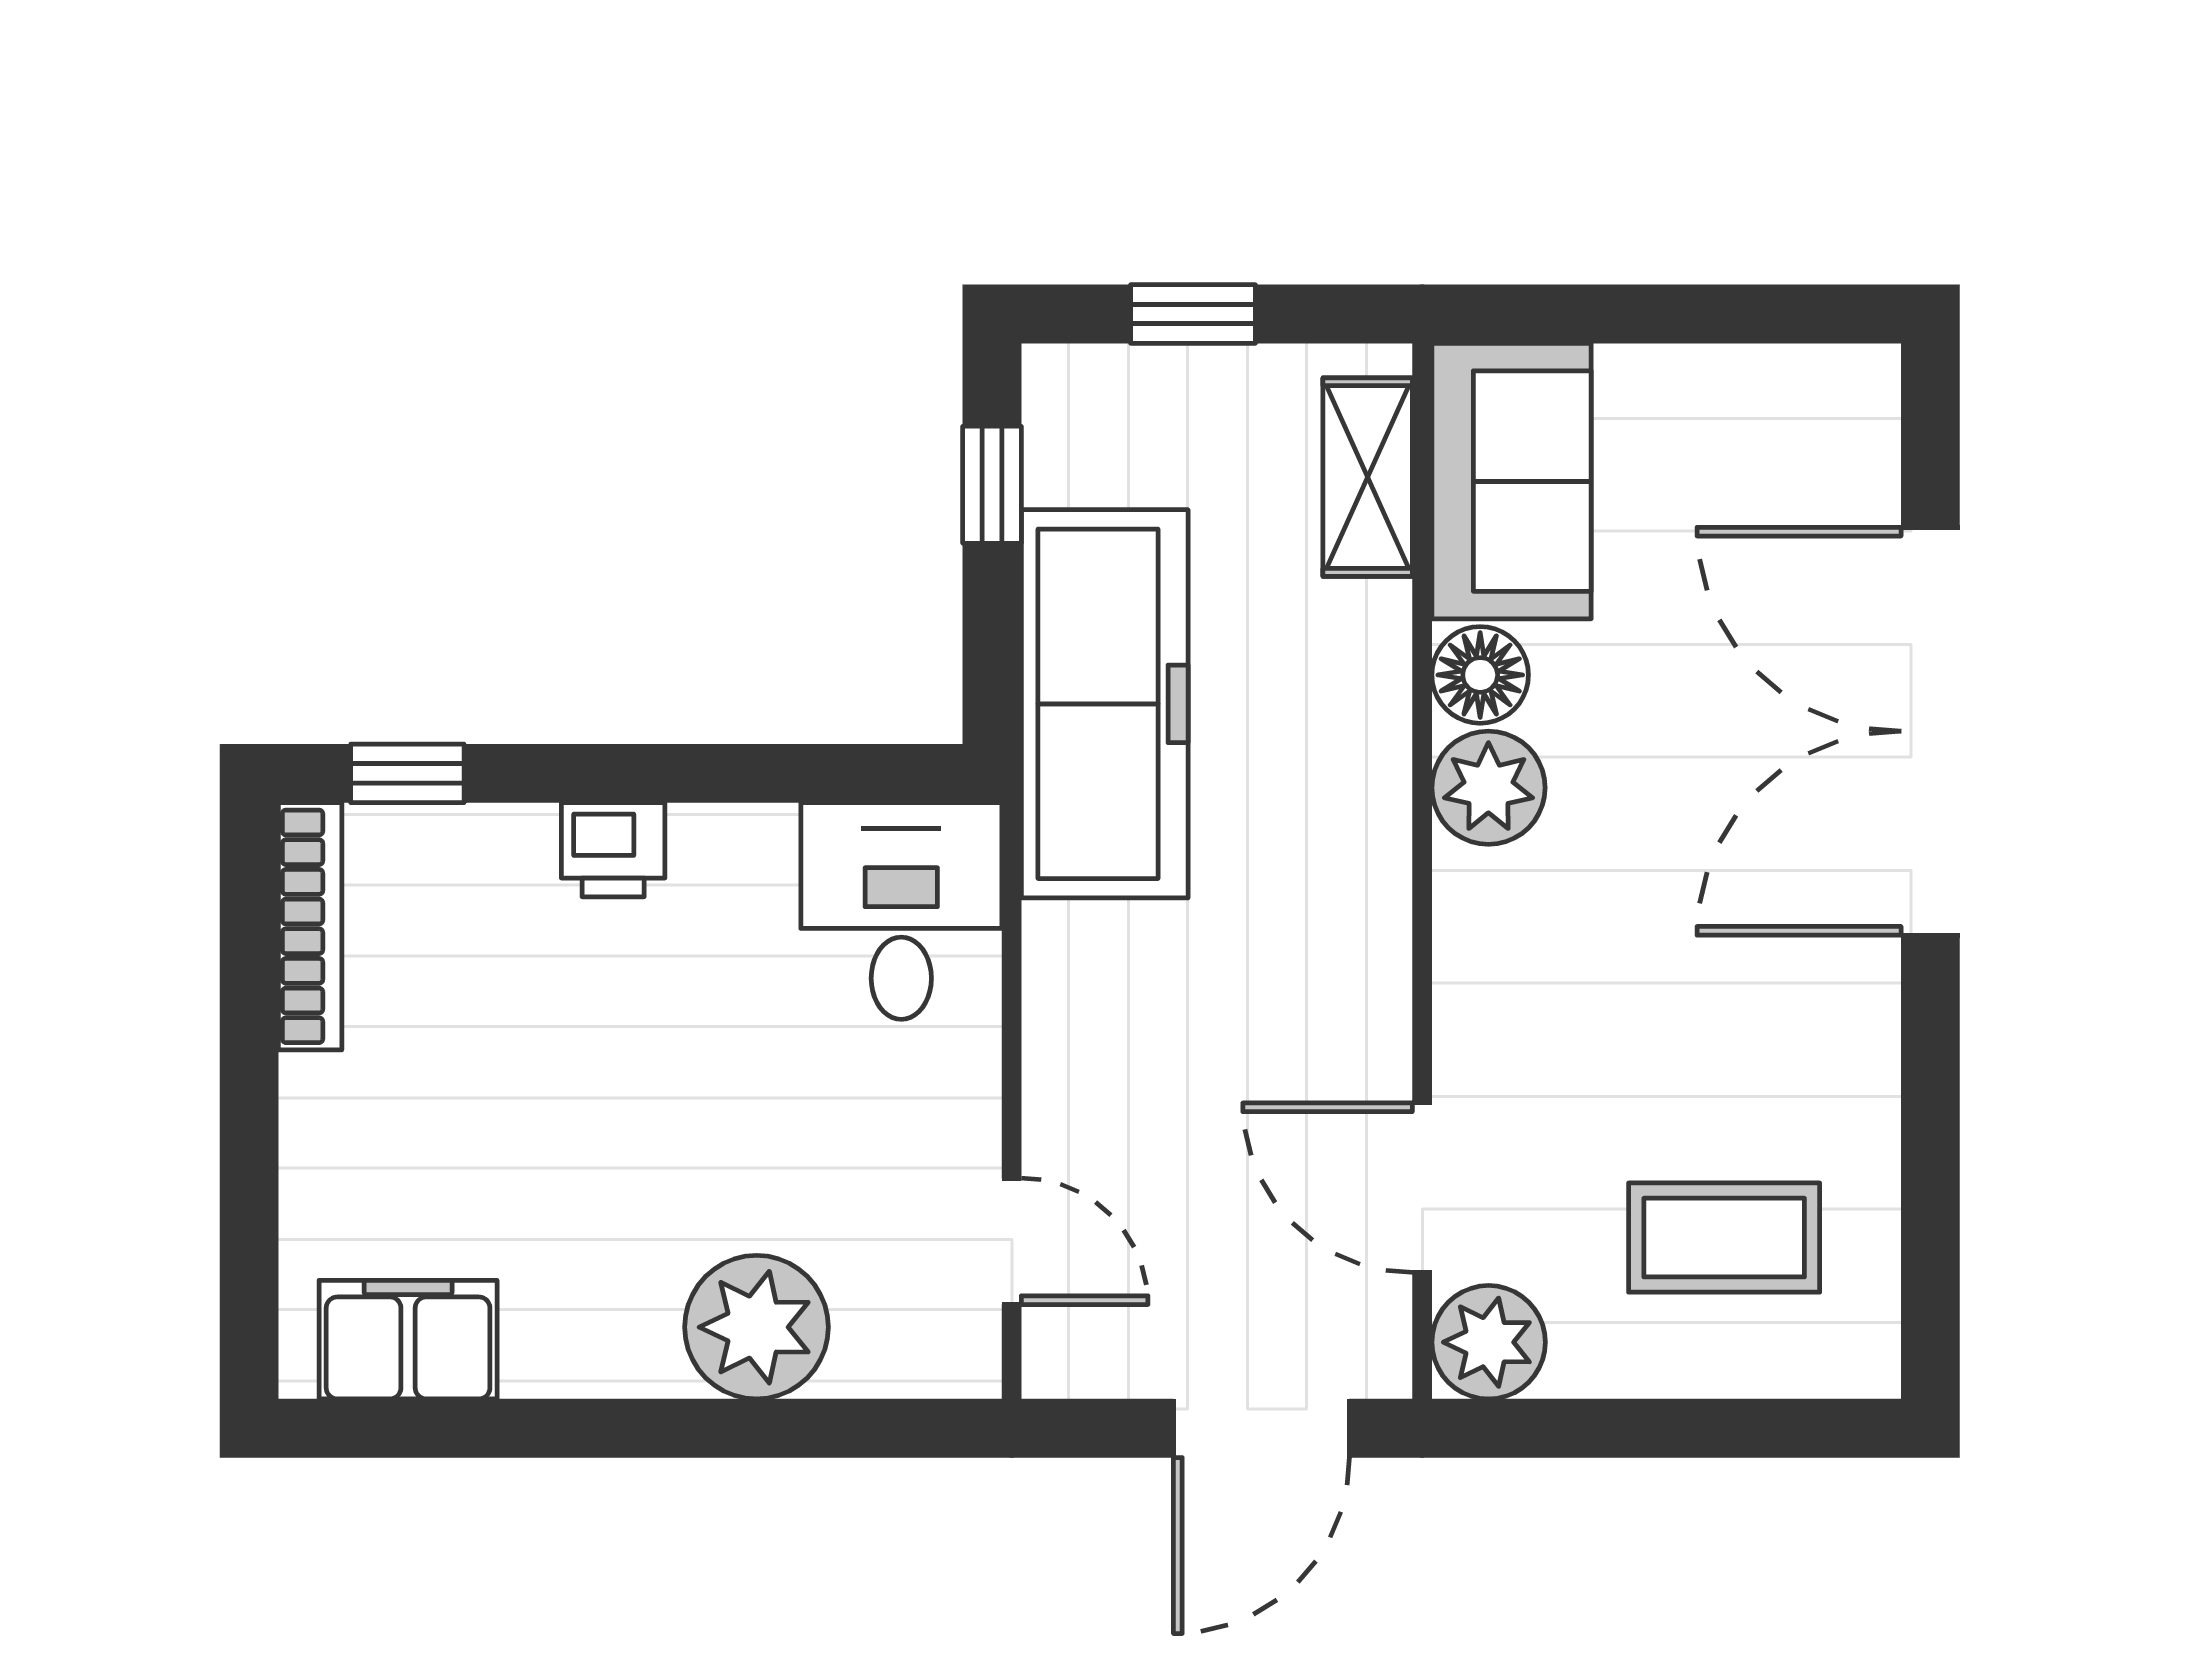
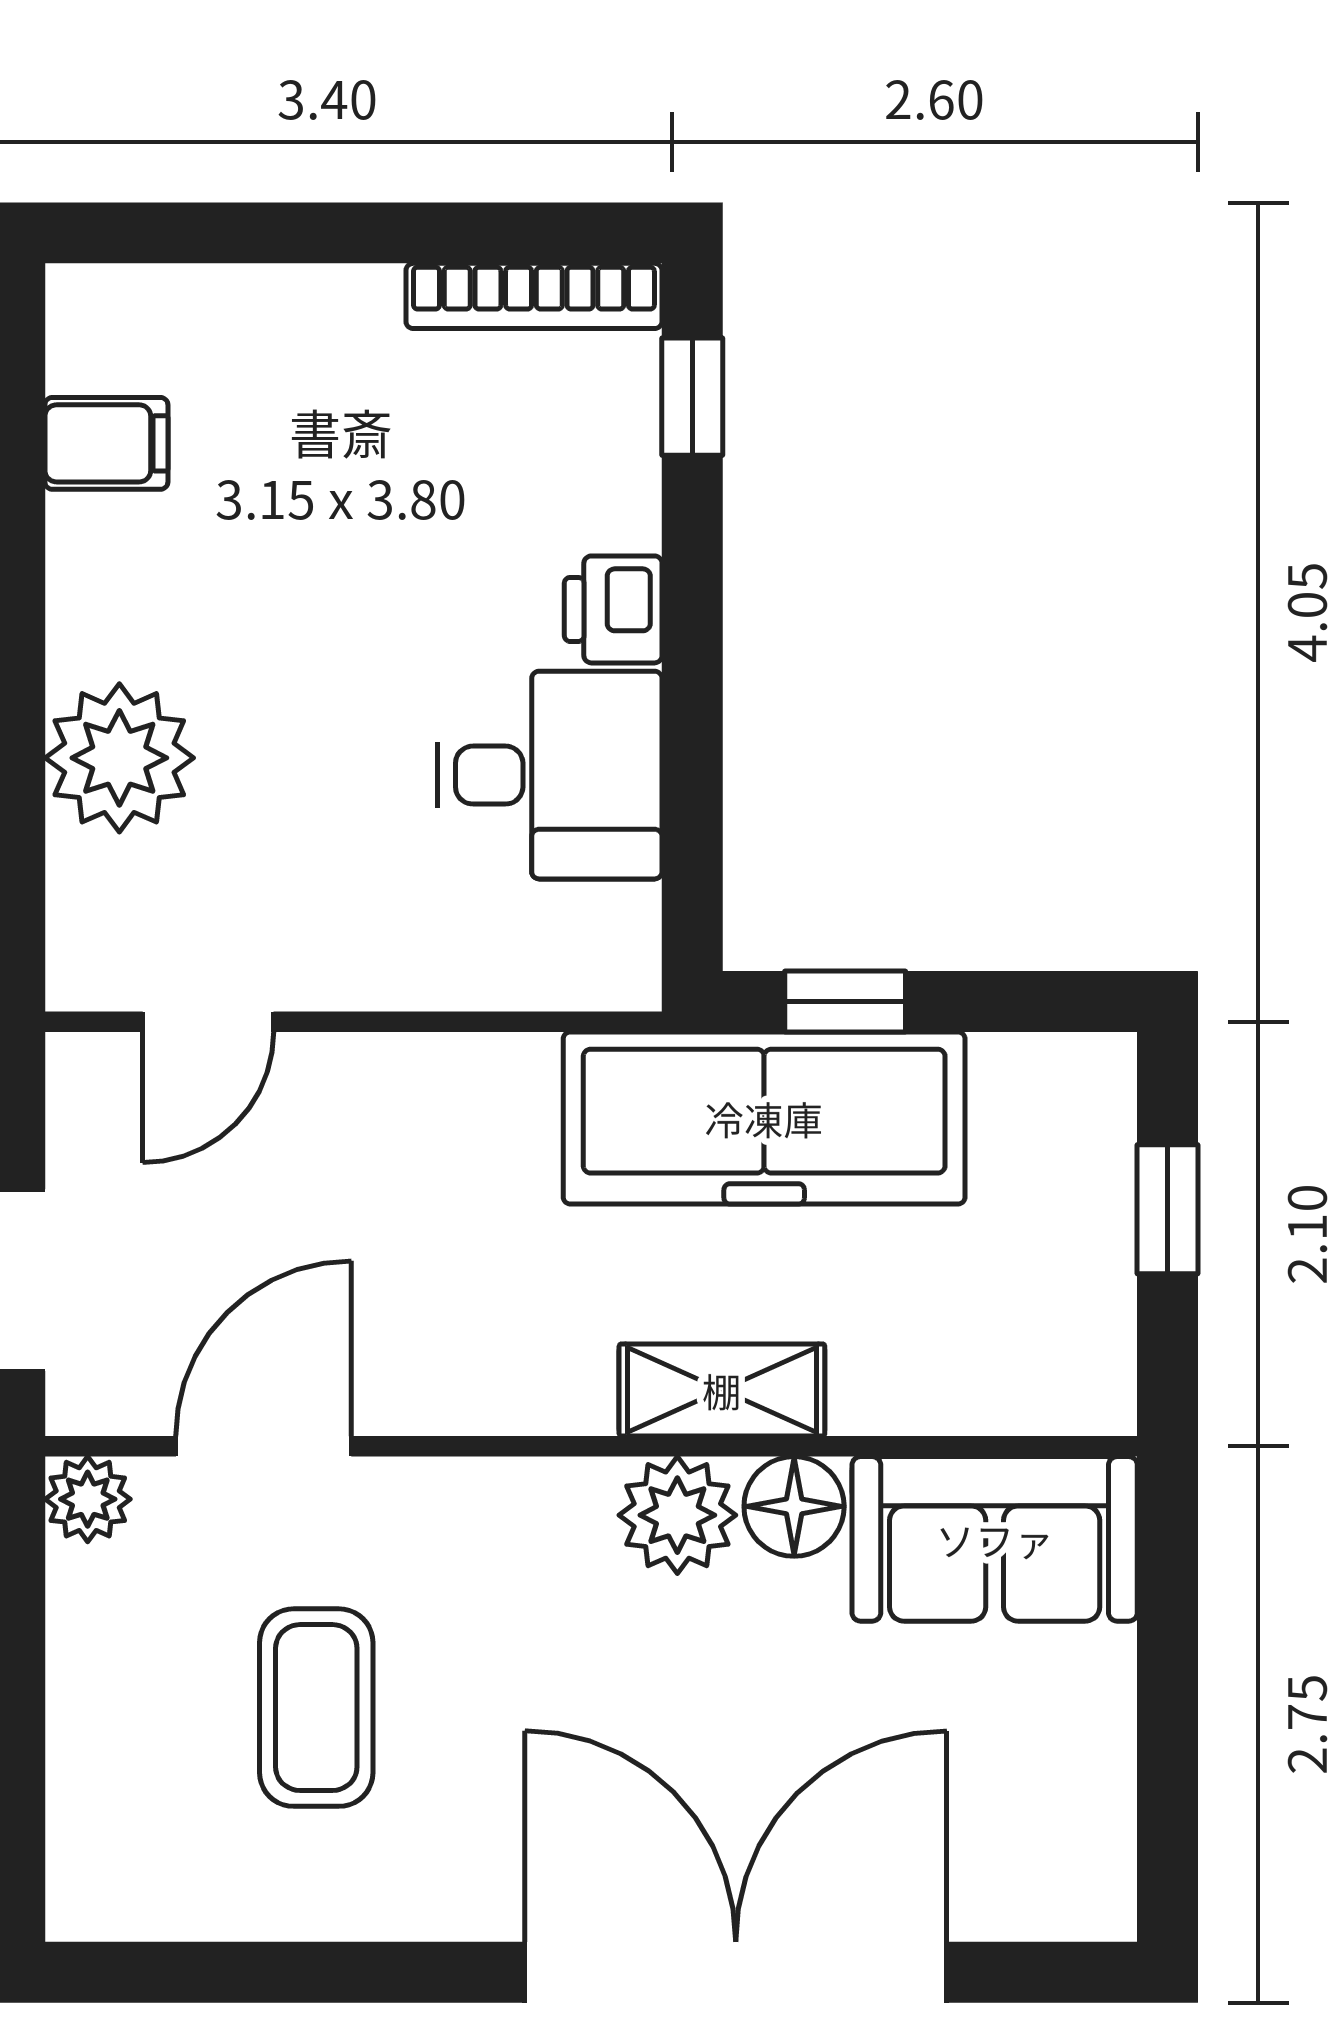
shelving: (1368, 477) -> (722, 1390), moved
window: (992, 485) -> (845, 1001), moved
desk: (901, 911) -> (550, 775), moved
coffee table: (1724, 1238) -> (316, 1708), moved
filing cabinet: (408, 1340) -> (106, 443), width x0.50
plant: (1489, 1342) -> (88, 1499), width x0.73, depth x0.73

